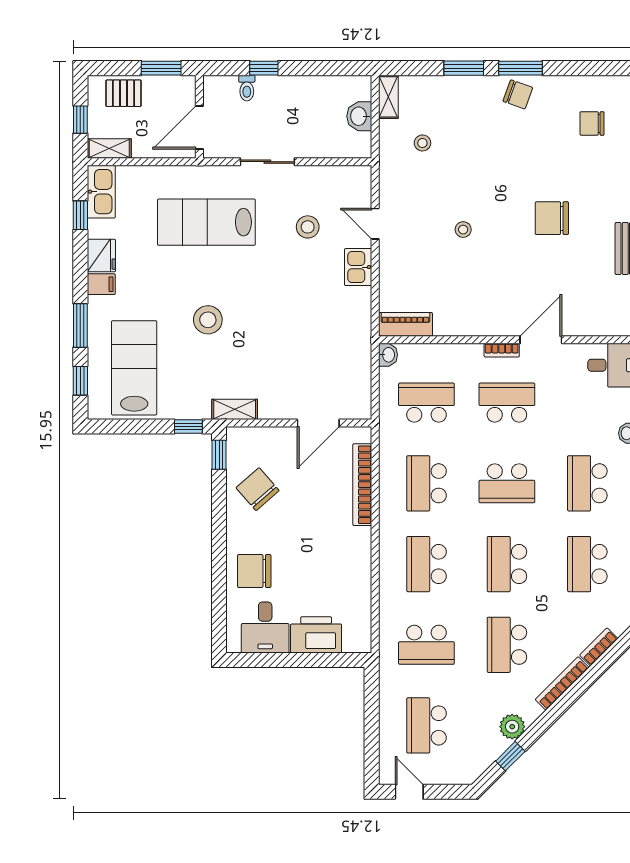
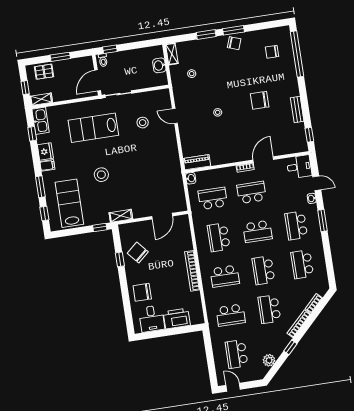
wall: (199, 117) -> (97, 75), moved
door: (199, 128) -> (98, 80), moved
kitchen sink: (358, 267) -> (170, 138), removed
window: (219, 455) -> (120, 259), moved
bookcase: (362, 485) -> (192, 271), moved
school desk: (426, 564) -> (225, 276), turned -90
plant: (512, 727) -> (269, 360), moved
window: (510, 756) -> (290, 347), moved

